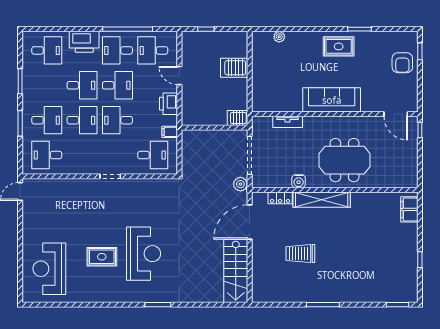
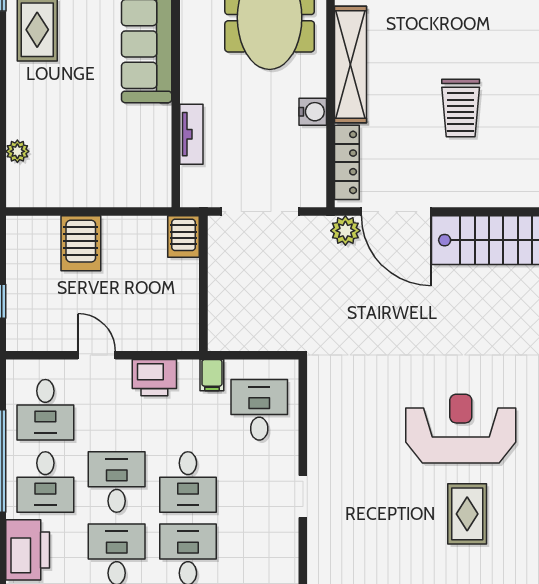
door: (179, 76) -> (97, 355), swing flipped
plant: (240, 184) -> (345, 231), moved
locker: (280, 198) -> (347, 162), width x1.53

